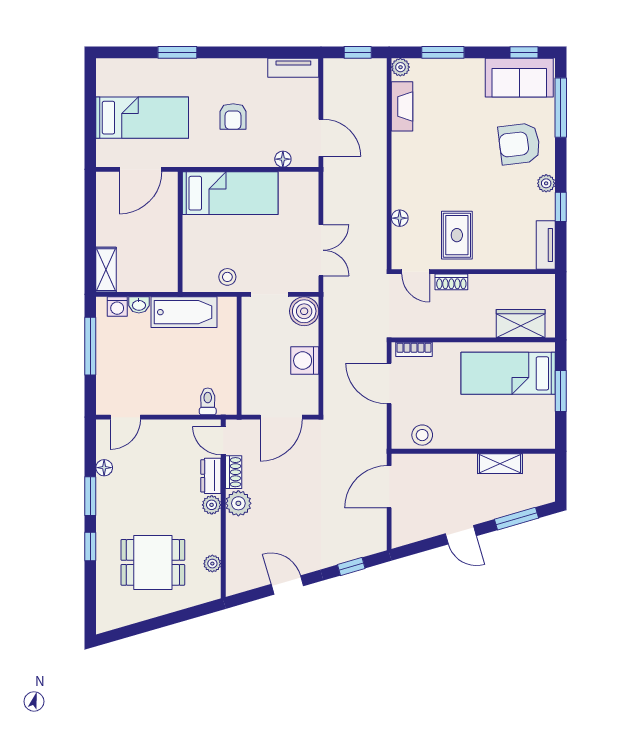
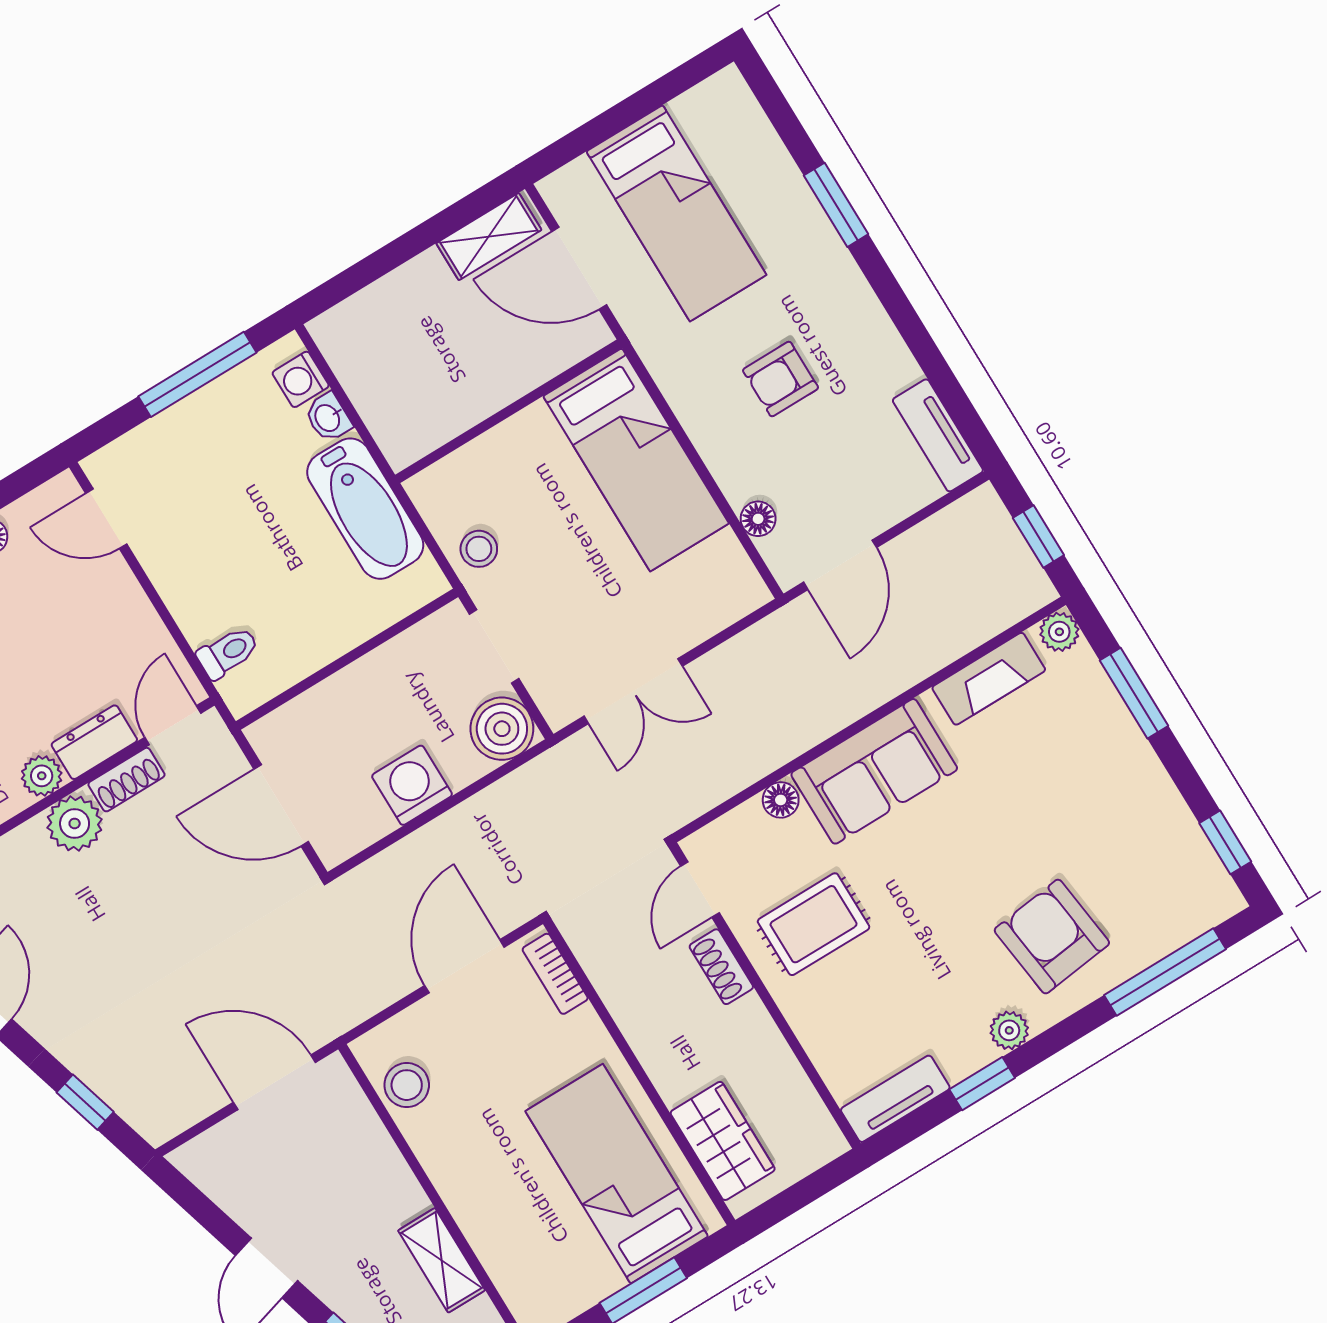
sofa: (519, 78) -> (874, 771), moved, turned -90
shelving: (106, 270) -> (489, 237), moved

